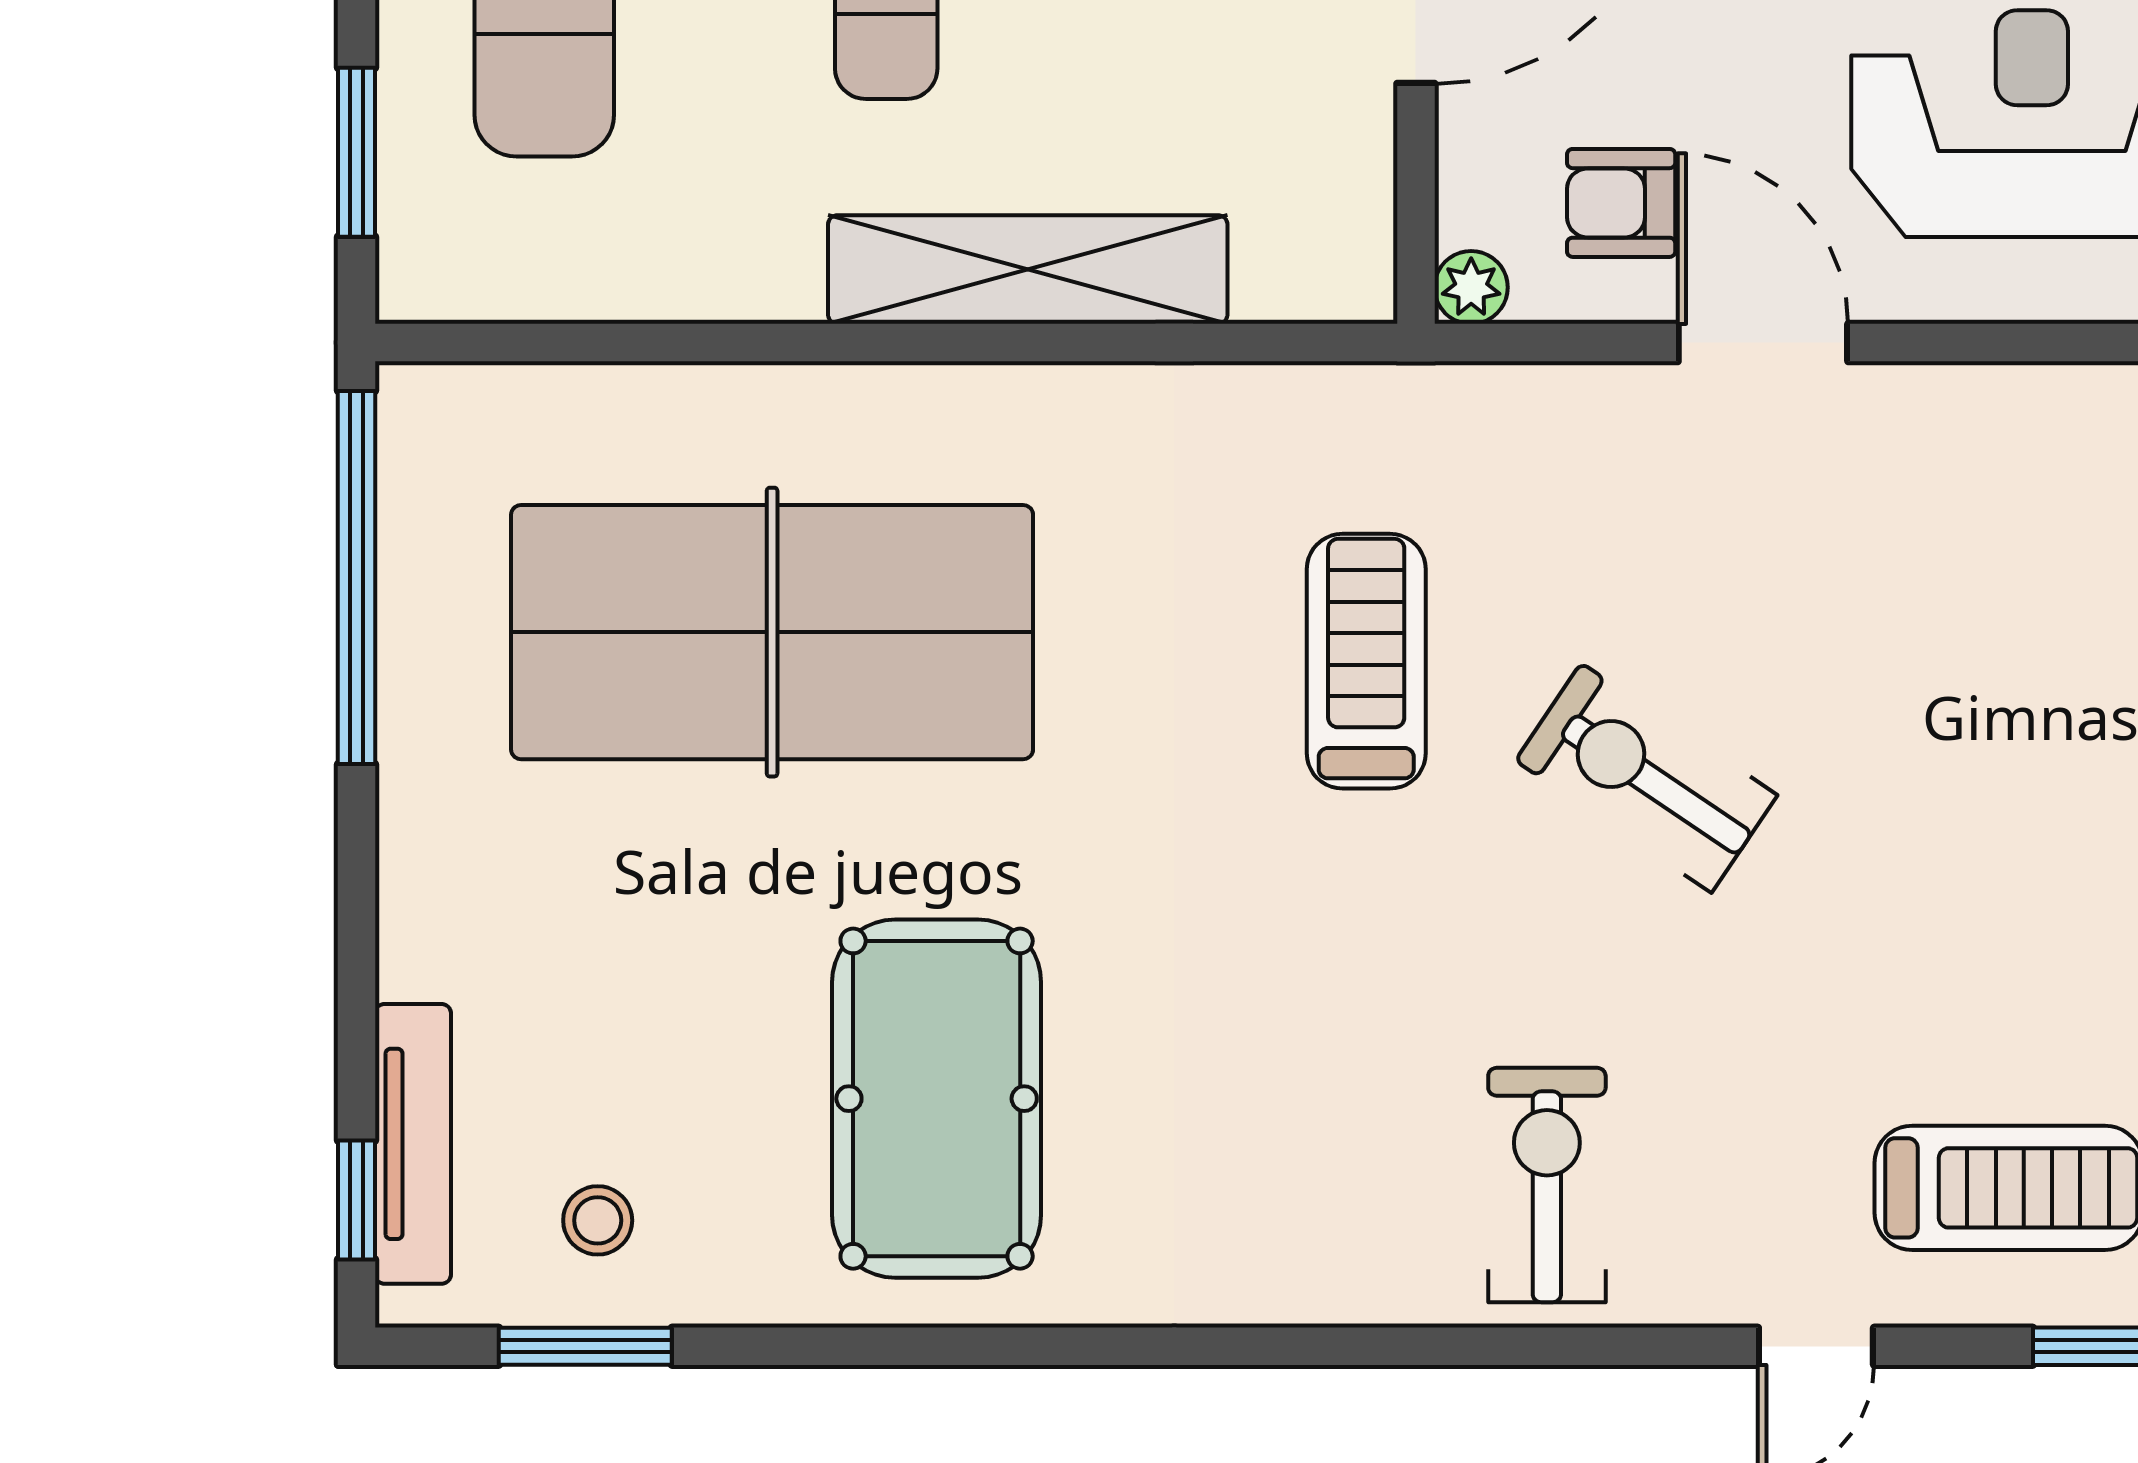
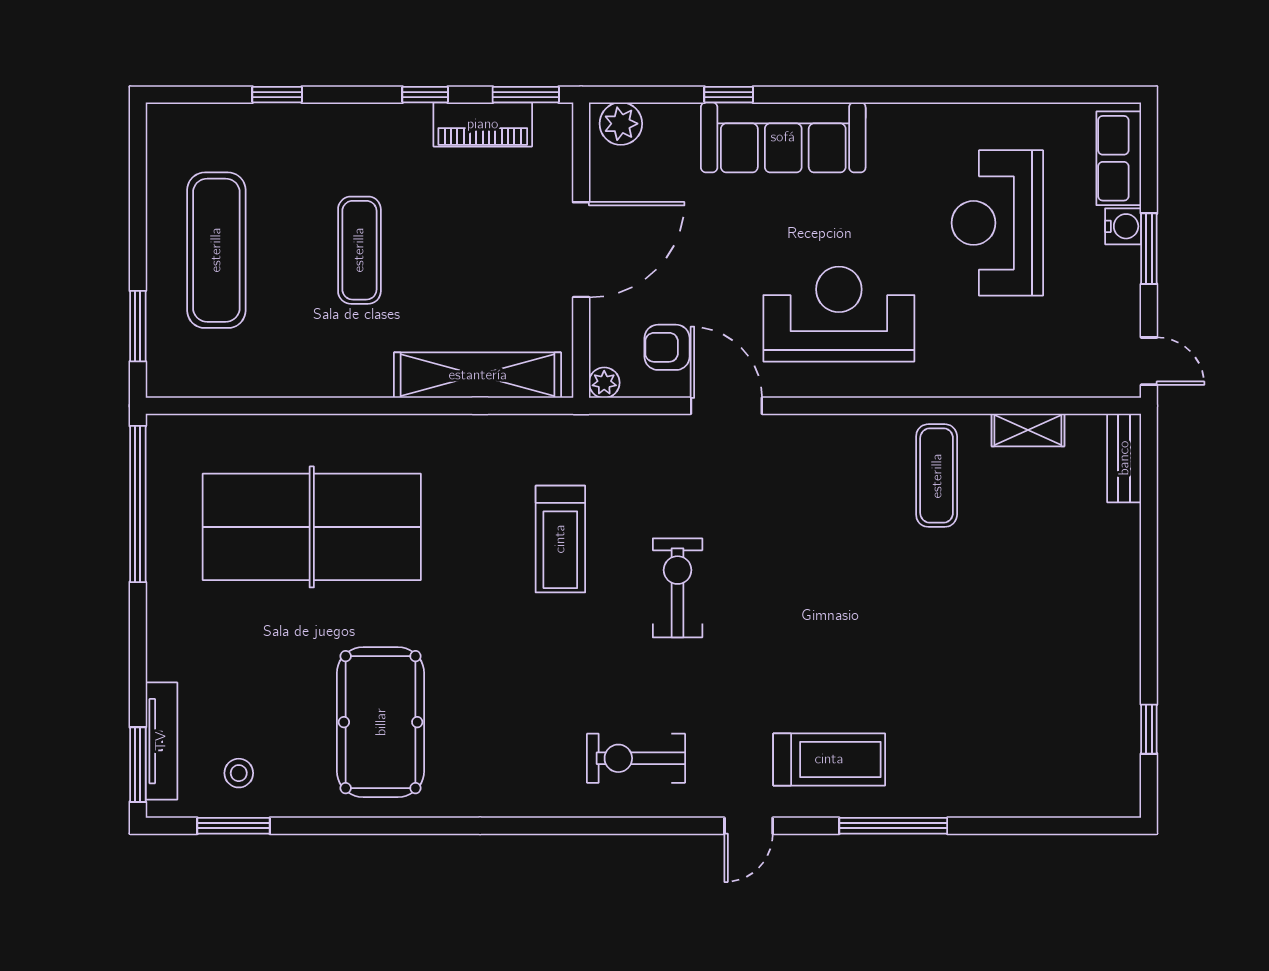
shelving: (1028, 270) -> (478, 375), moved
treadmill: (1366, 661) -> (560, 539), turned 180
exercise bike: (1646, 778) -> (678, 588), turned 56
exercise bike: (1547, 1185) -> (636, 758), turned -90
window: (356, 1200) -> (138, 765), width x1.50

